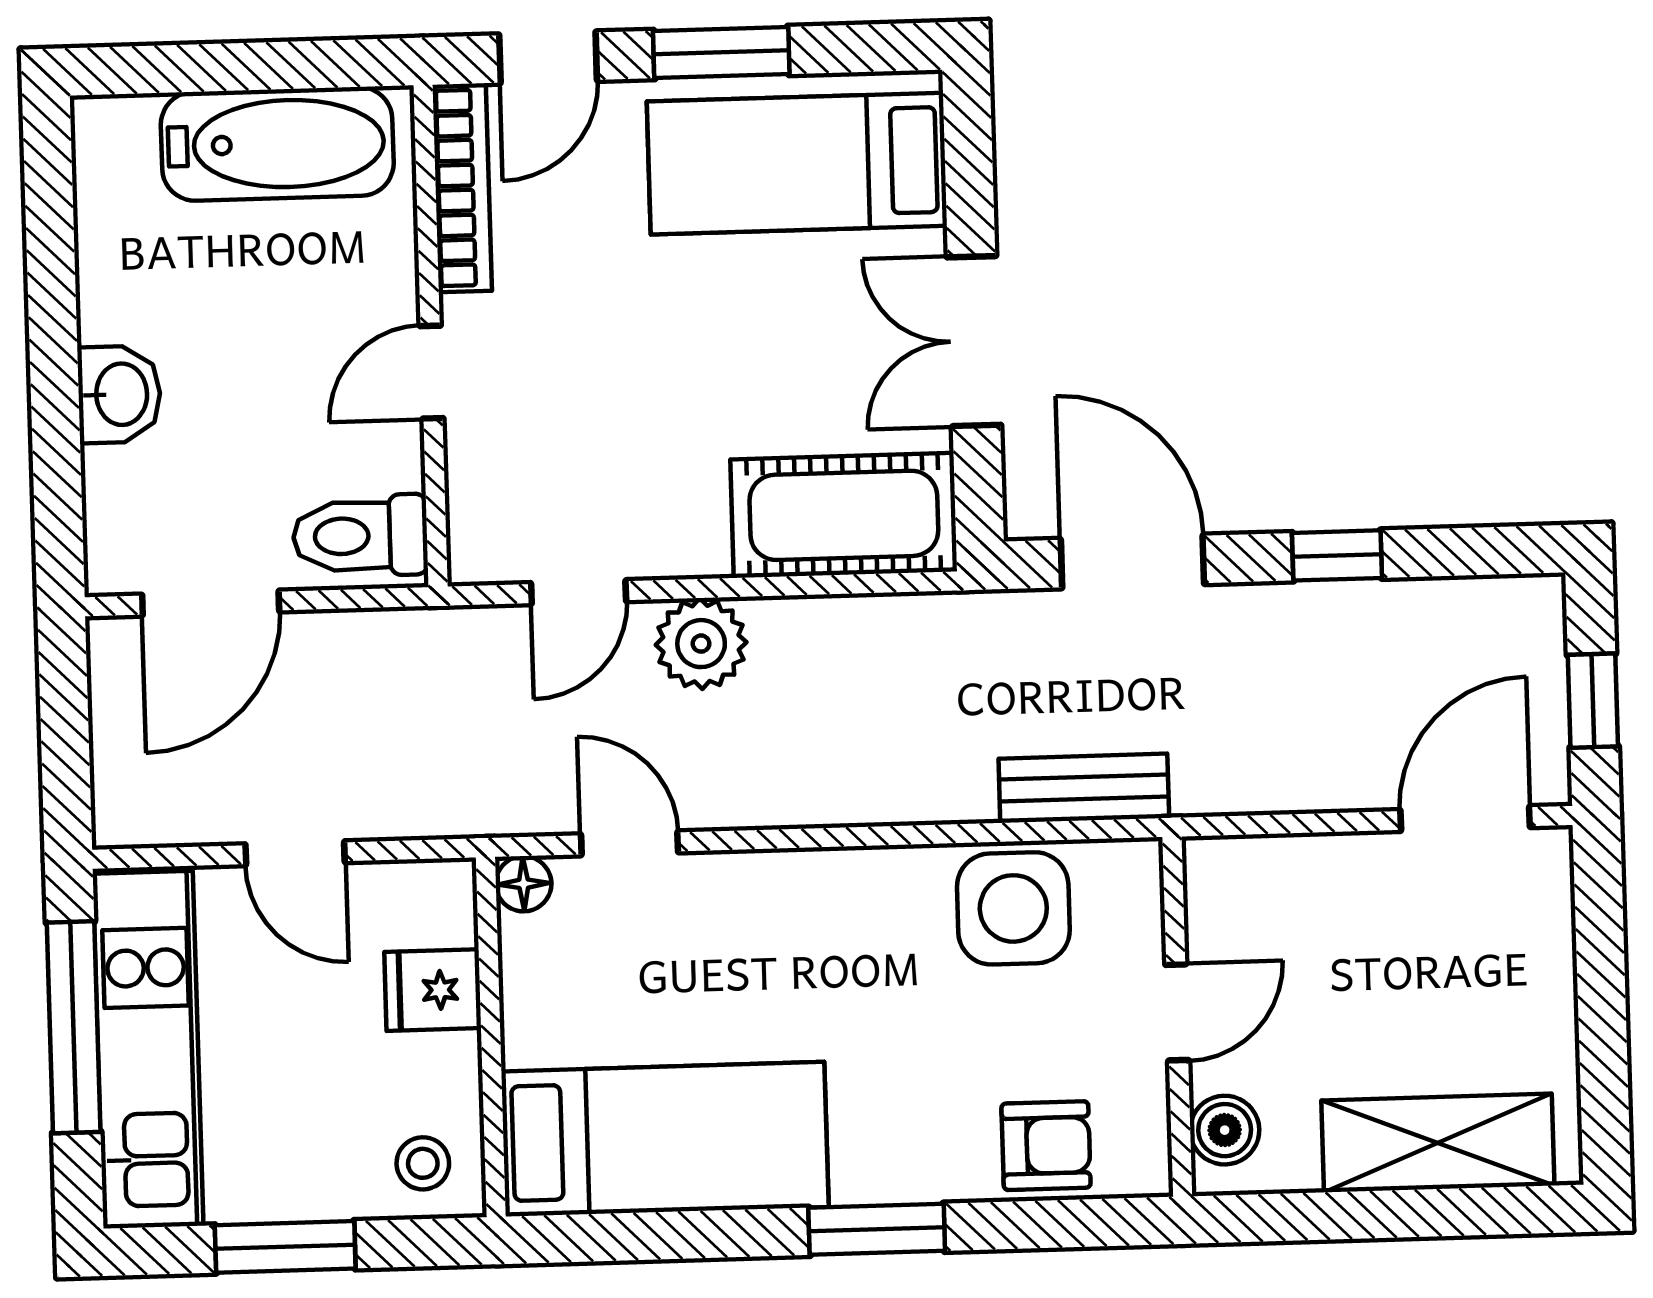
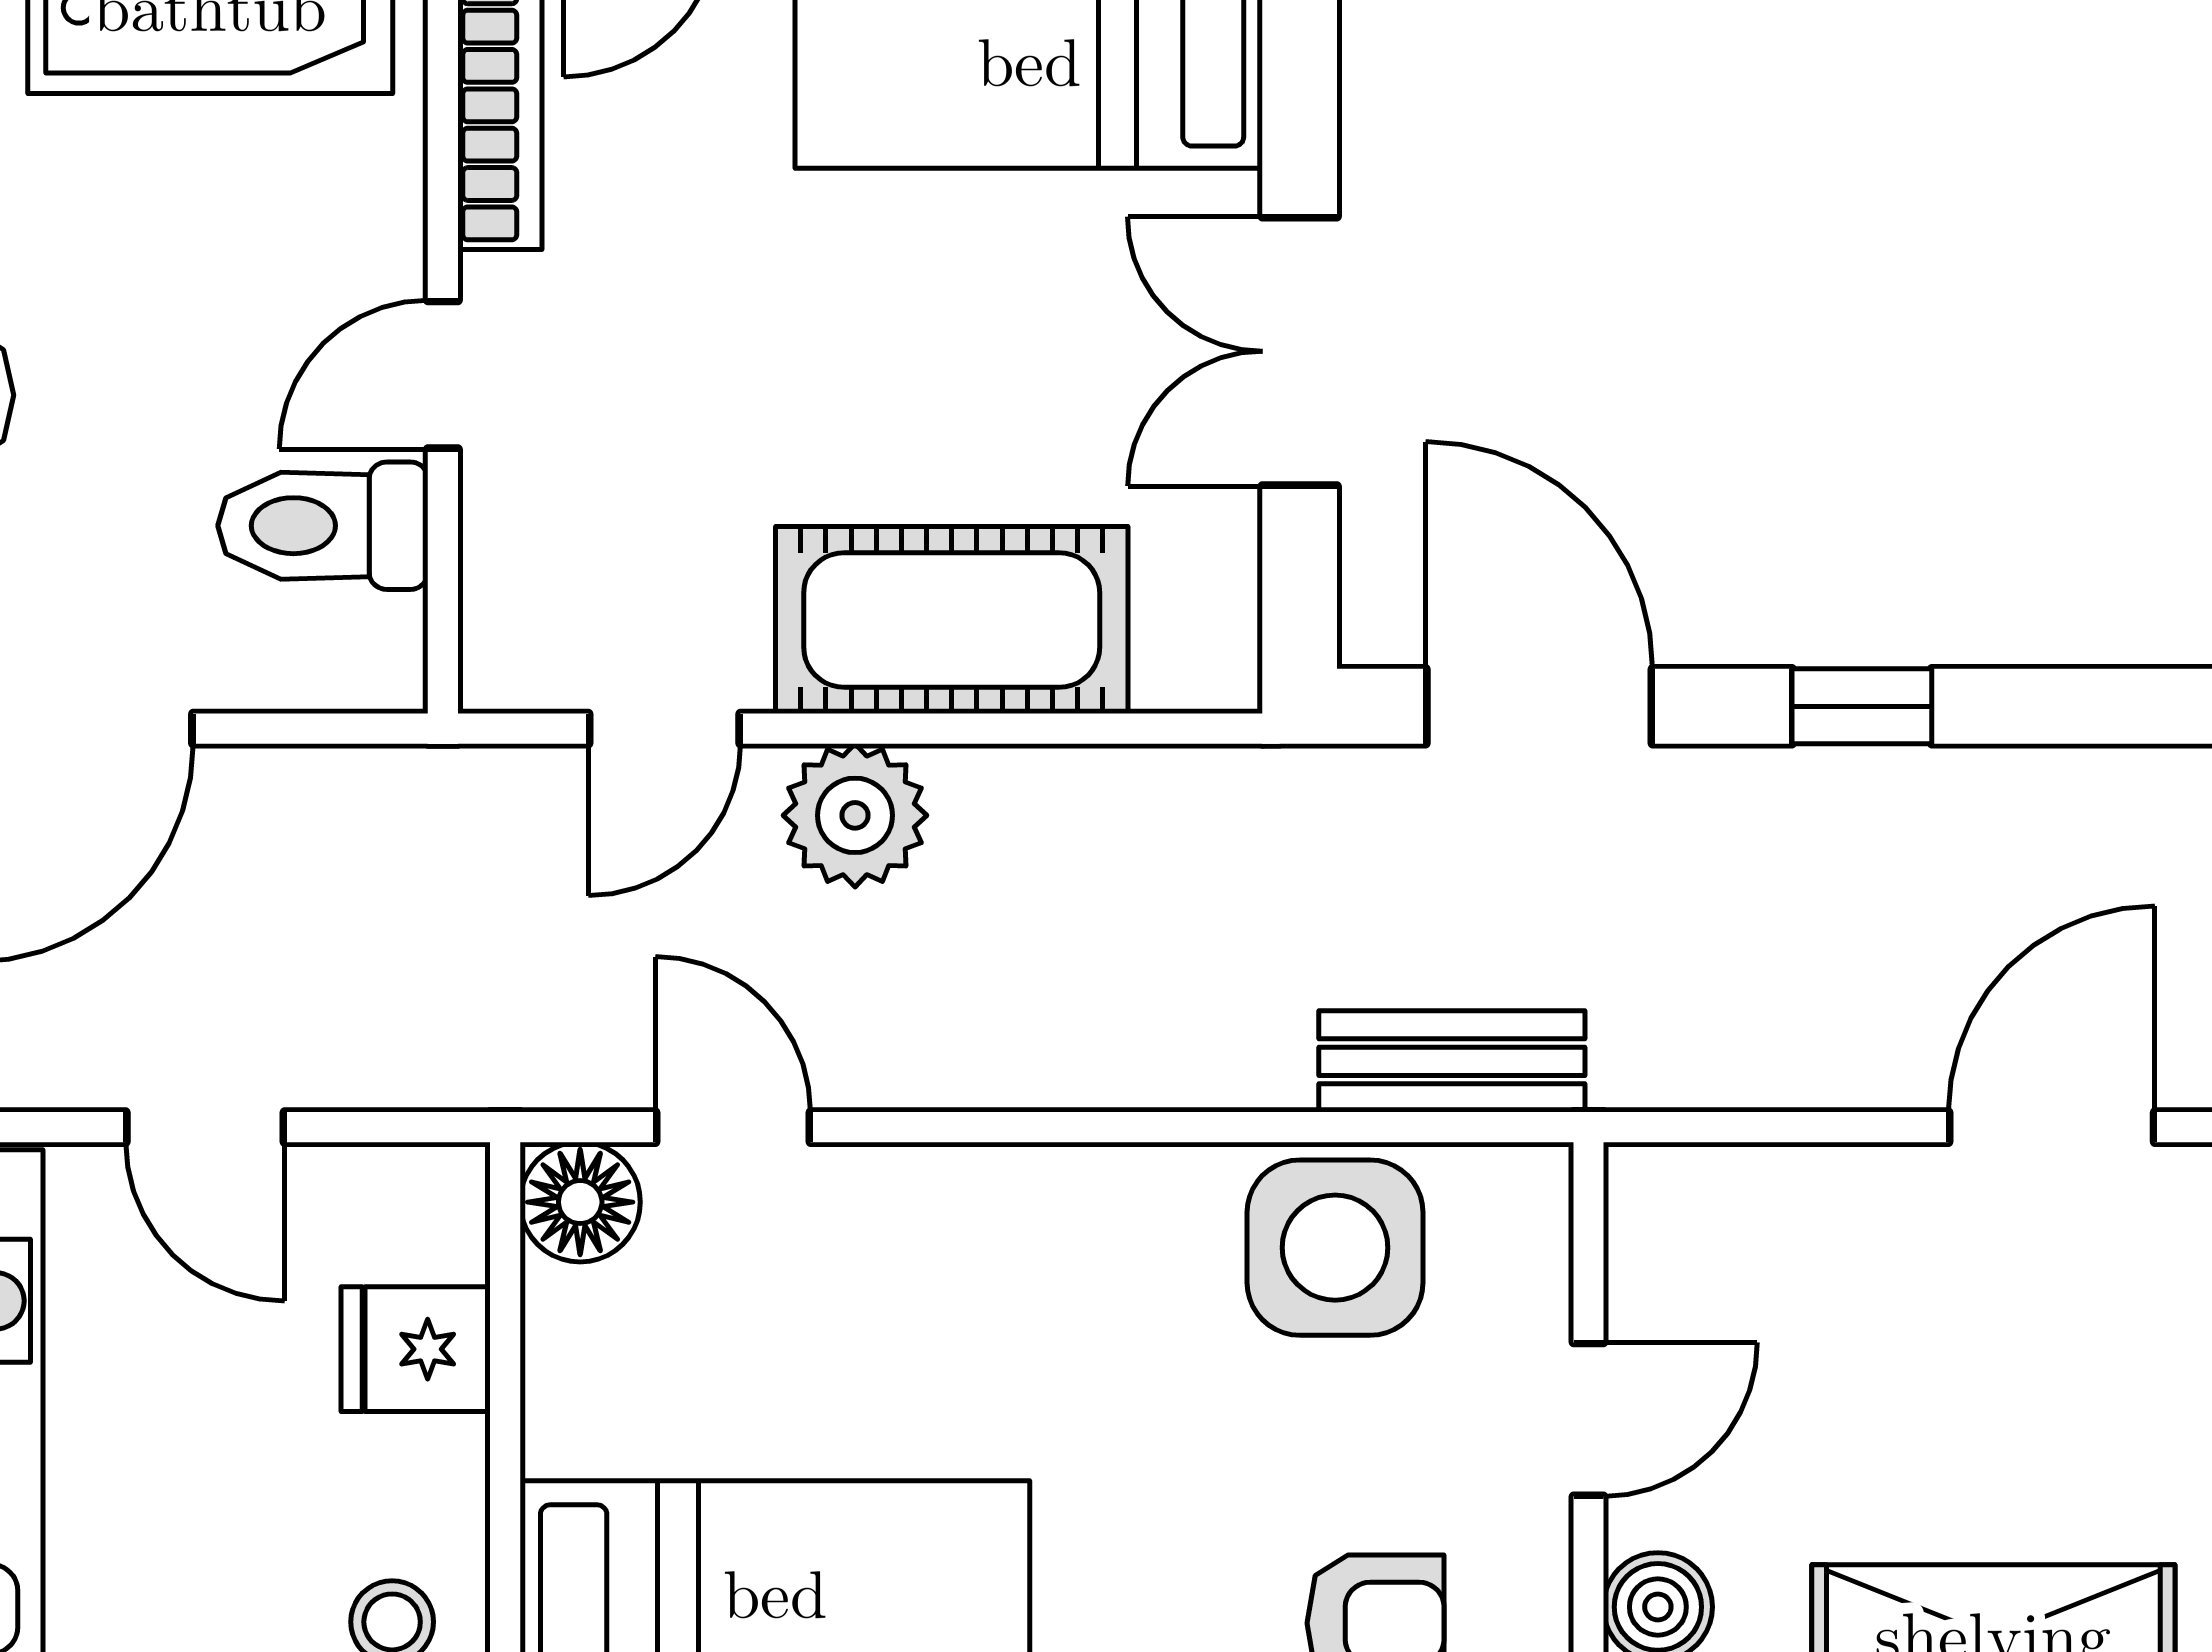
cot: (844, 515) -> (952, 620), moved
toilet: (360, 536) -> (323, 526), moved
floor lamp: (524, 884) -> (580, 1202), width x1.37, depth x1.37

